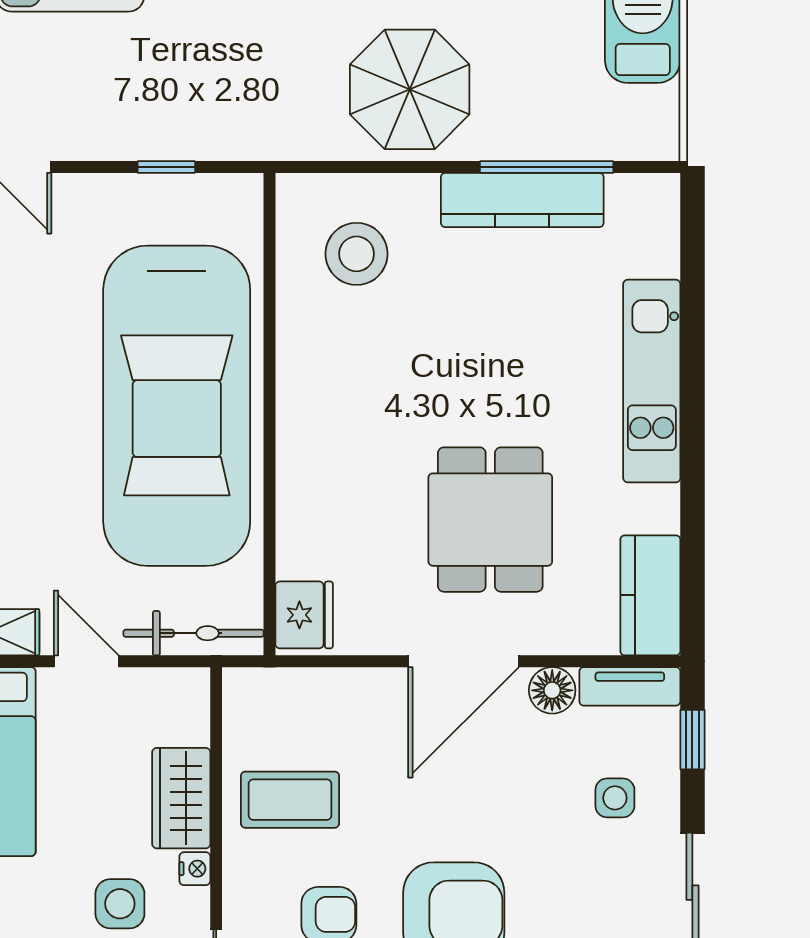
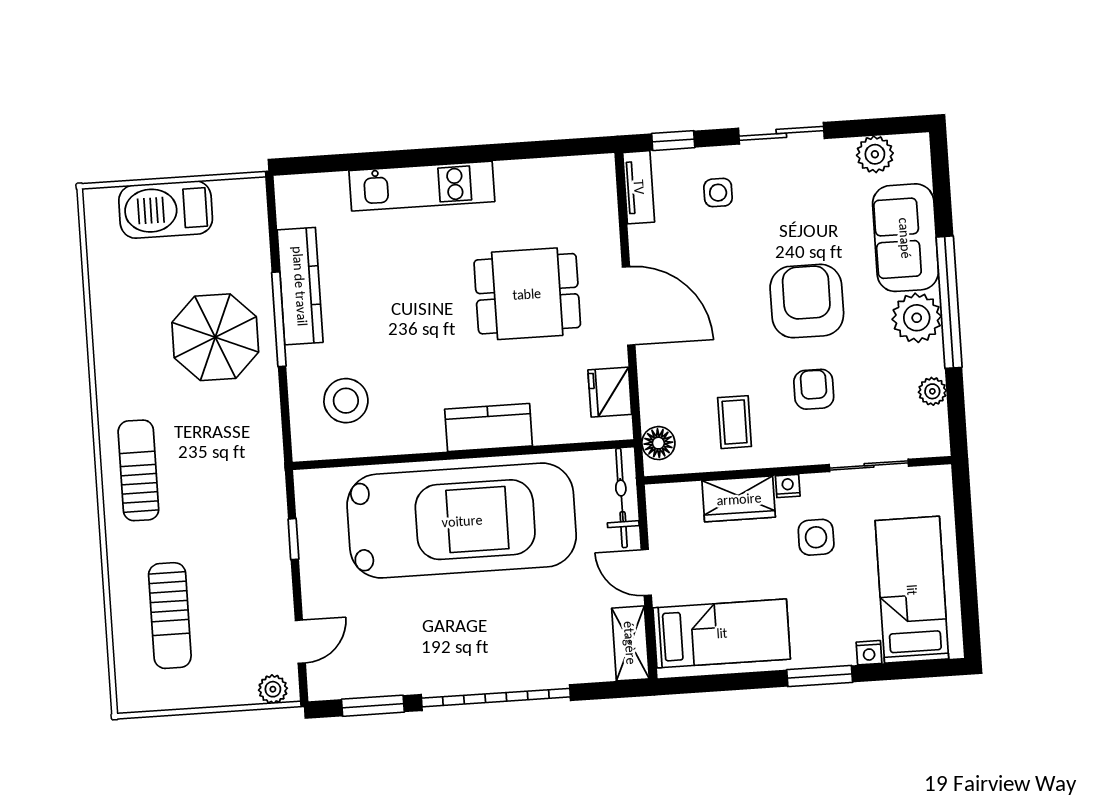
parasol: (410, 89) -> (215, 337), moved
window: (547, 167) -> (279, 319), moved
kitchen counter: (650, 595) -> (489, 427), moved, turned 180
fridge: (304, 615) -> (610, 392), moved, turned -90
door: (86, 661) -> (646, 572), hinge flipped
floor lamp: (552, 690) -> (658, 443), moved
coffee table: (290, 800) -> (735, 422), width x0.73, depth x0.77

